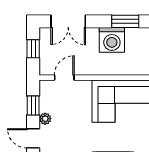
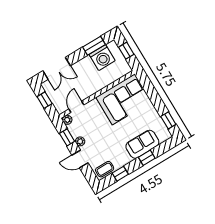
washing machine: (112, 40) -> (102, 58), moved
plant: (45, 86) -> (67, 120), added

